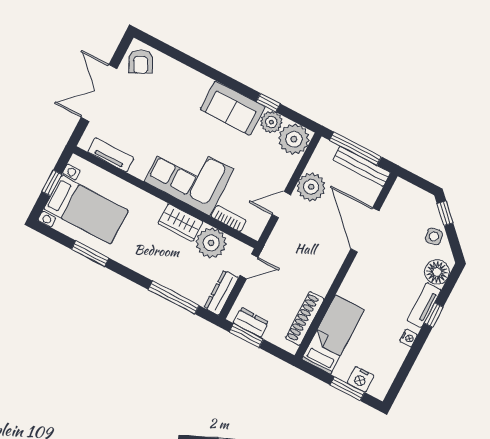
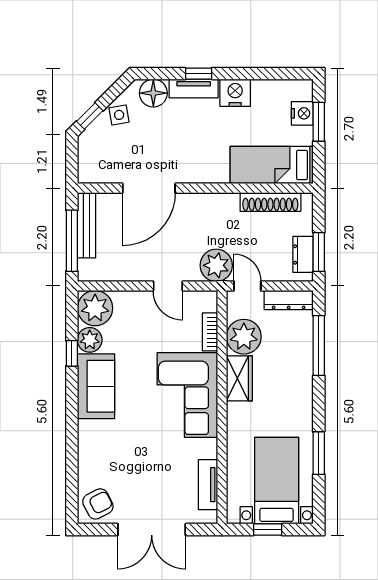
plant: (311, 187) -> (216, 265), moved
nightstand: (409, 338) -> (235, 93), width x1.89, depth x1.79

